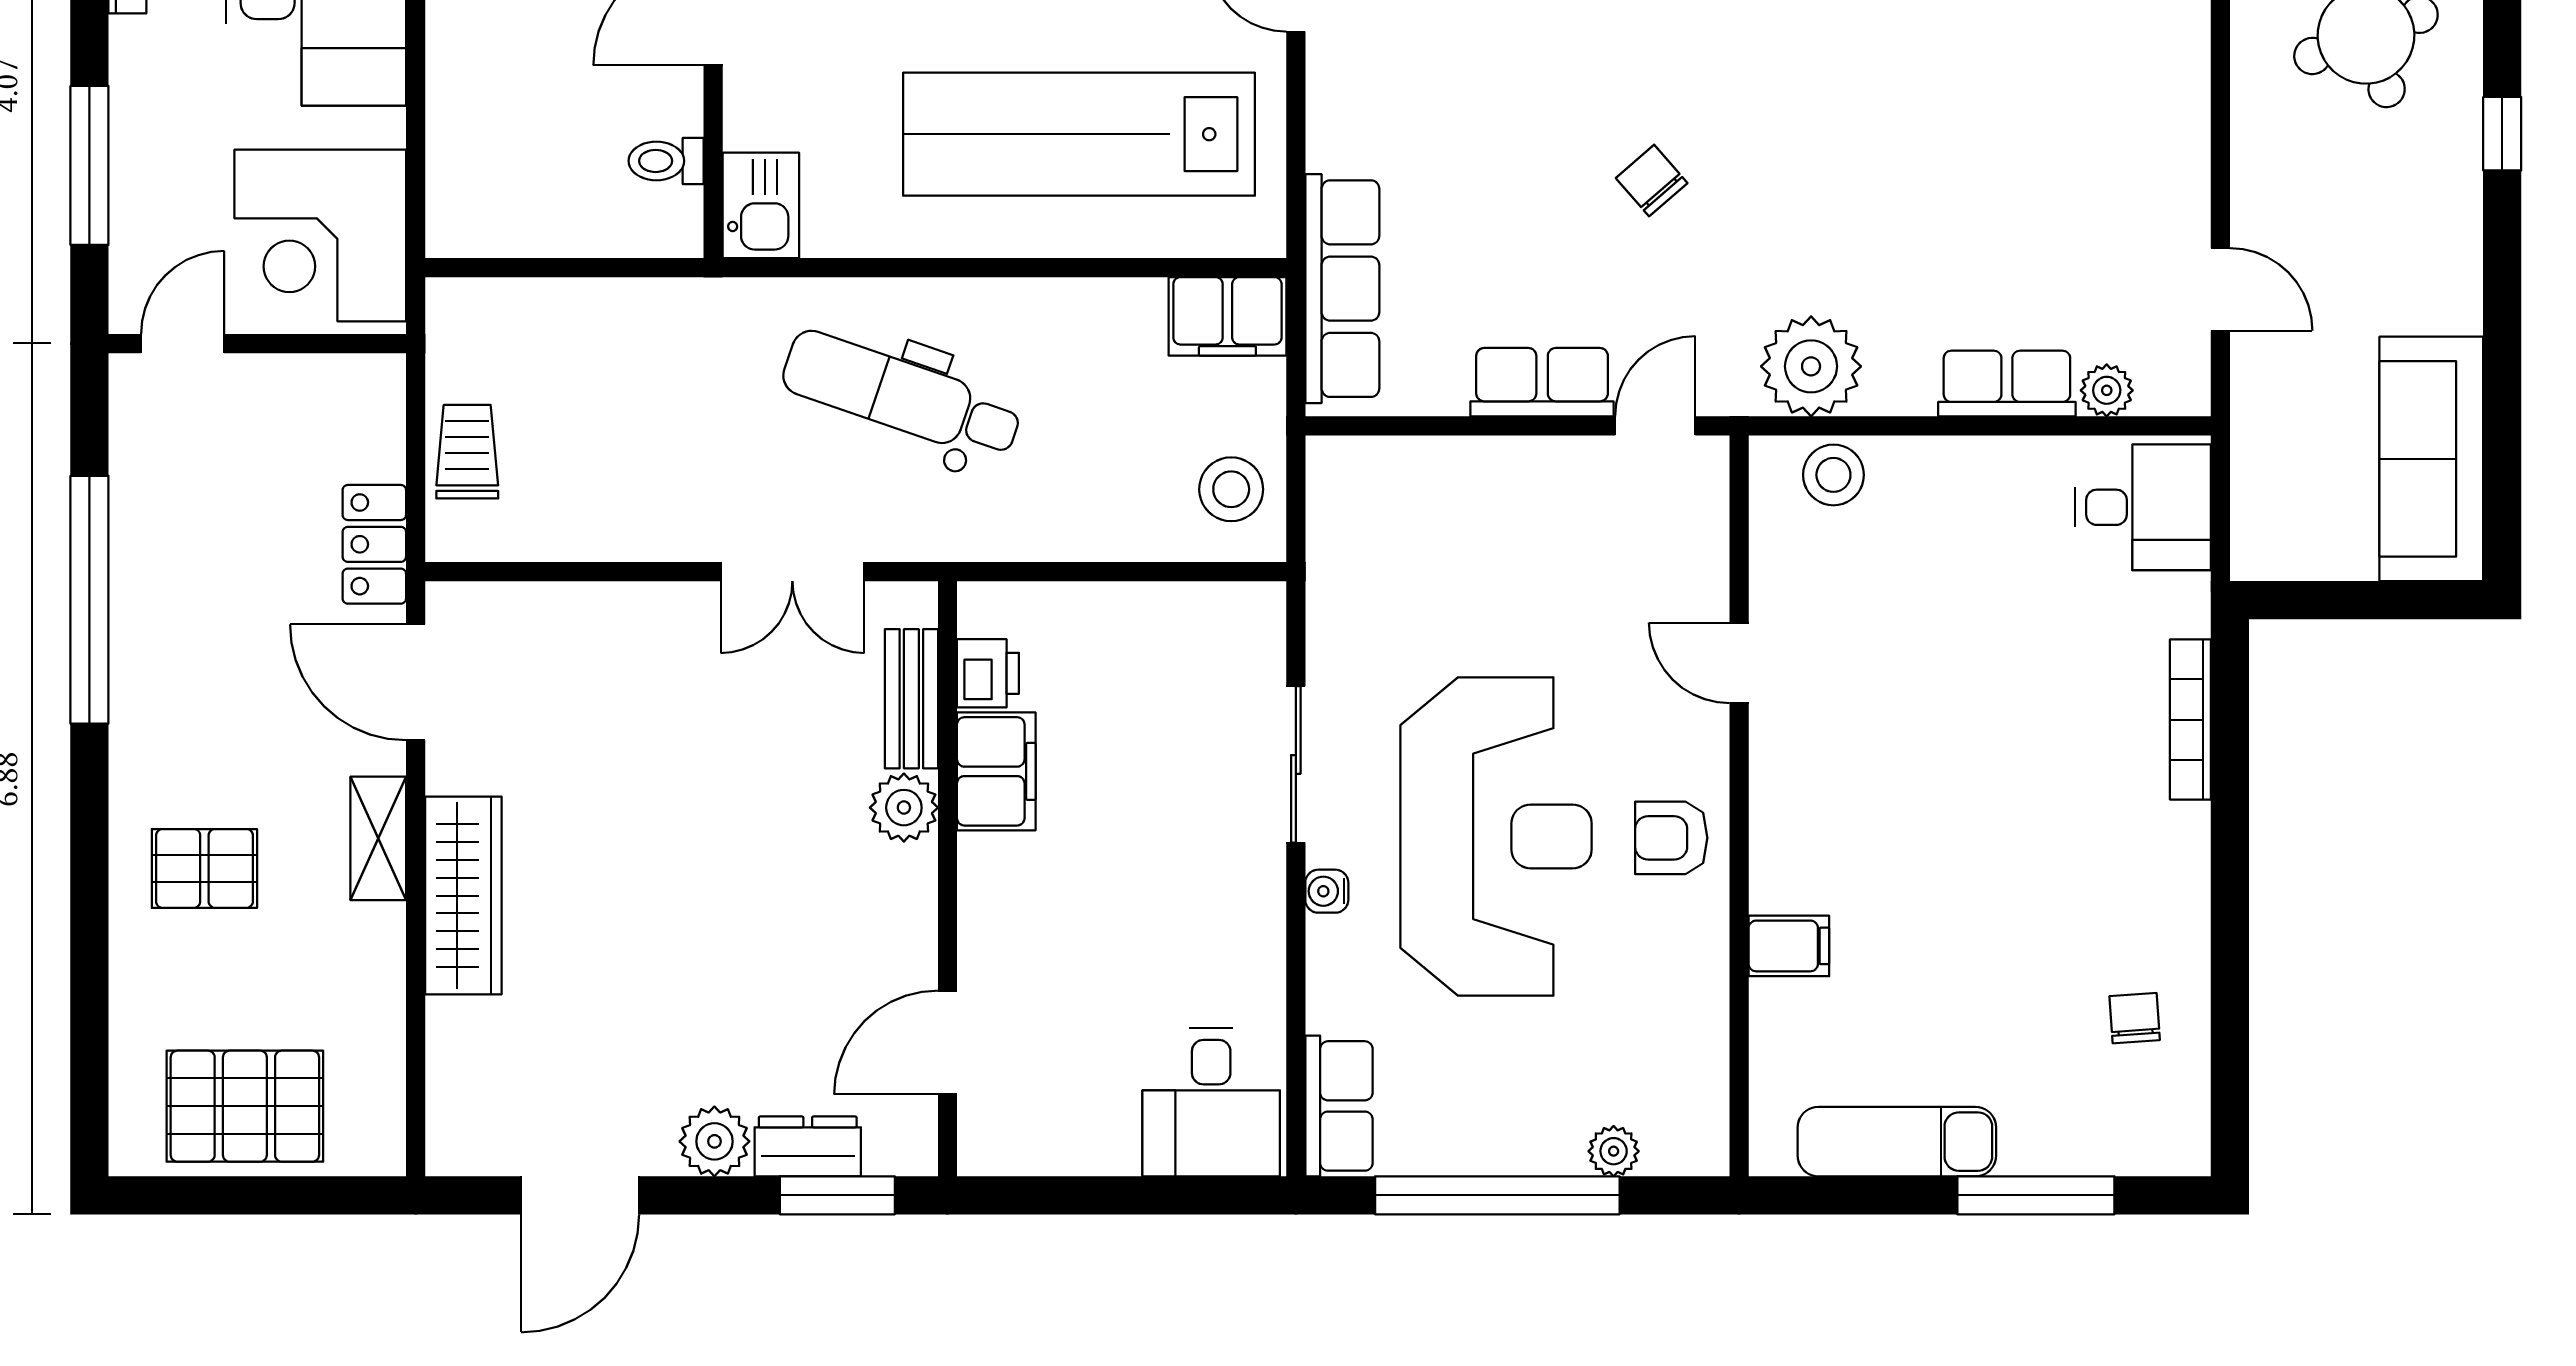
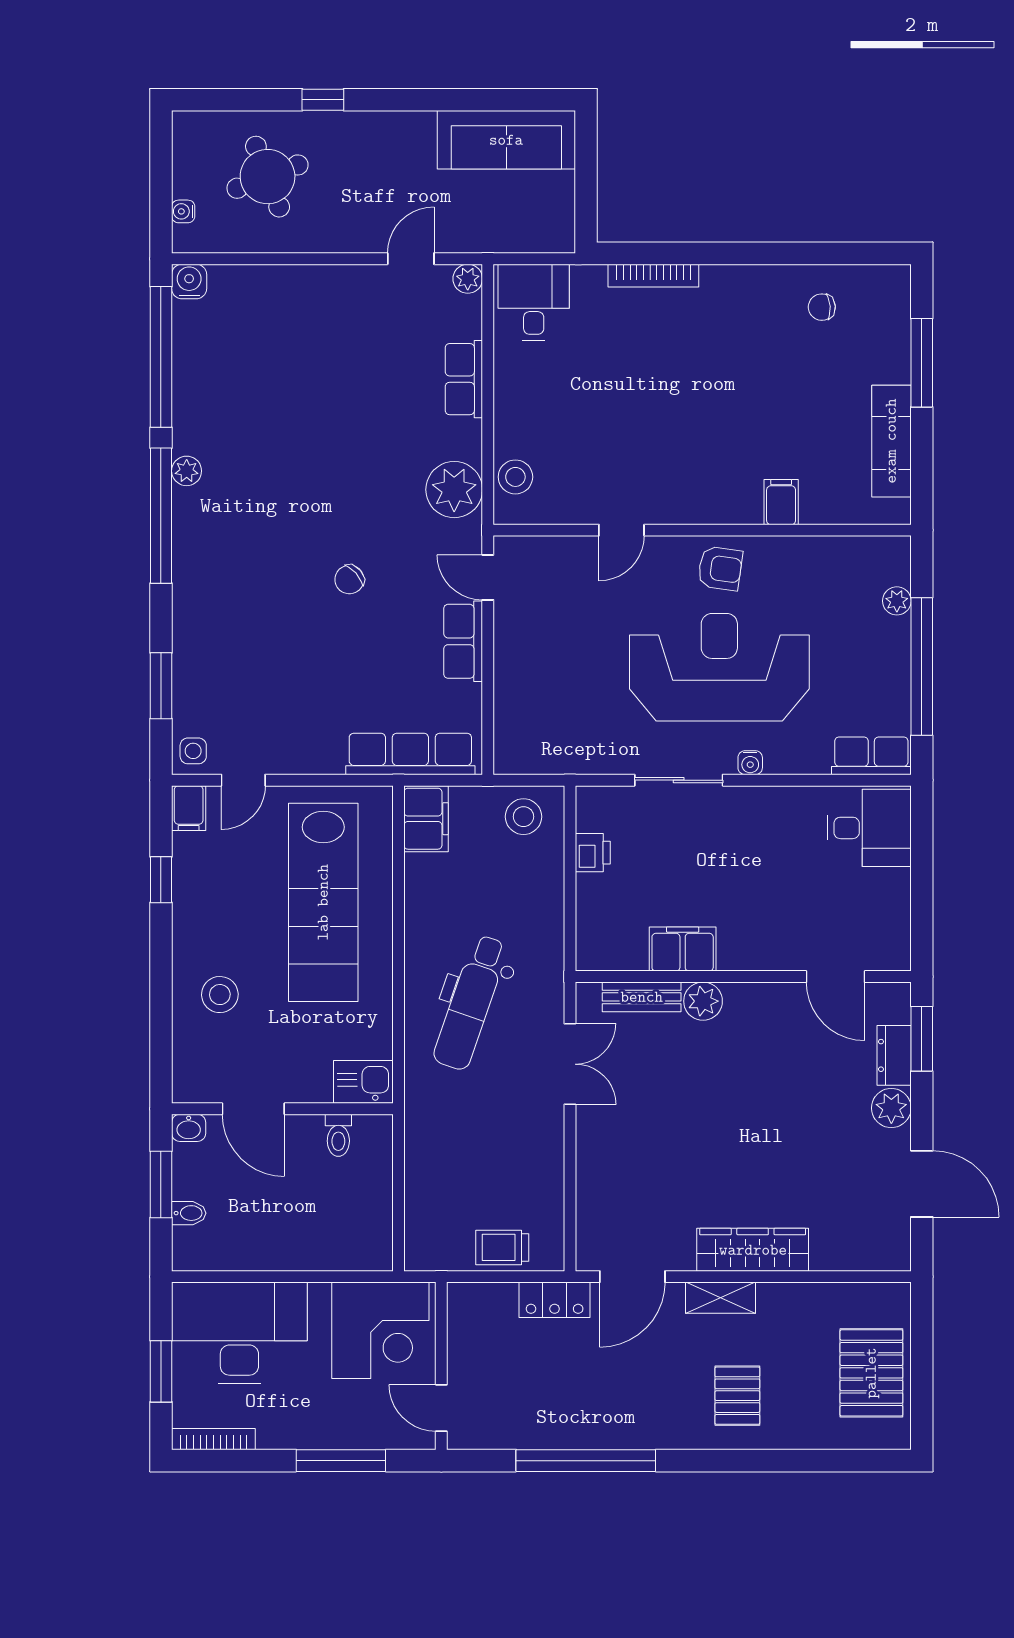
plant: (2107, 390) -> (468, 279), moved
printer: (988, 673) -> (593, 853), moved, turned 90
armchair: (1671, 838) -> (720, 568), turned -82

